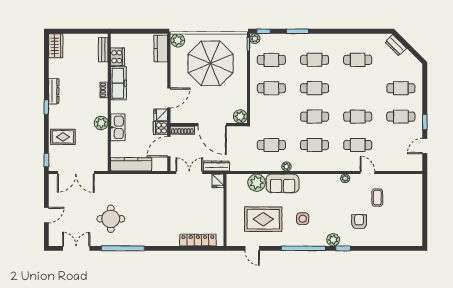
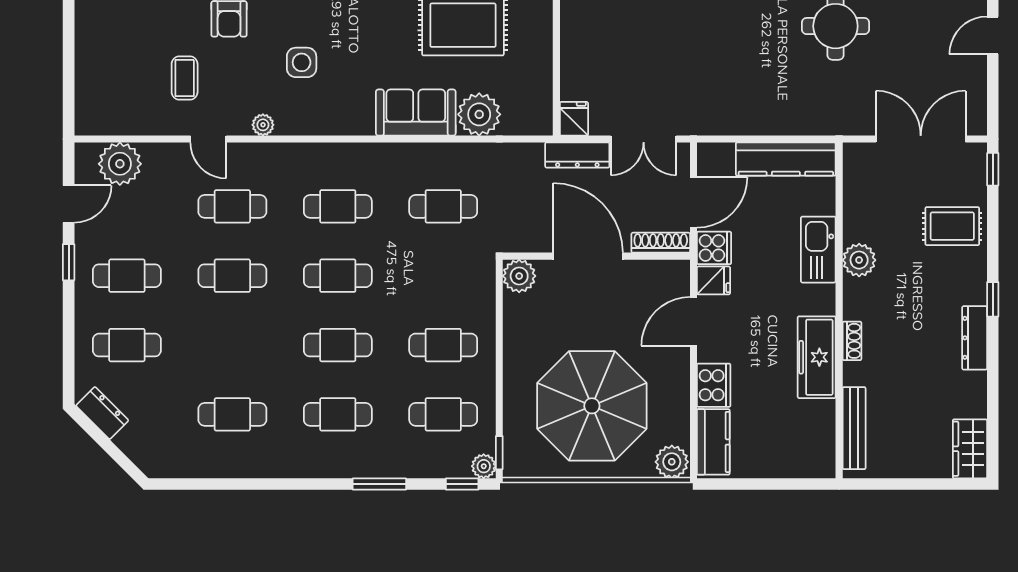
dresser: (396, 45) -> (102, 413), moved
bench: (103, 50) -> (854, 428), width x1.36
cooker: (118, 57) -> (714, 385), moved, turned 180
plant: (286, 167) -> (120, 164), moved, width x1.88, depth x1.88
side table: (303, 219) -> (302, 62), moved

